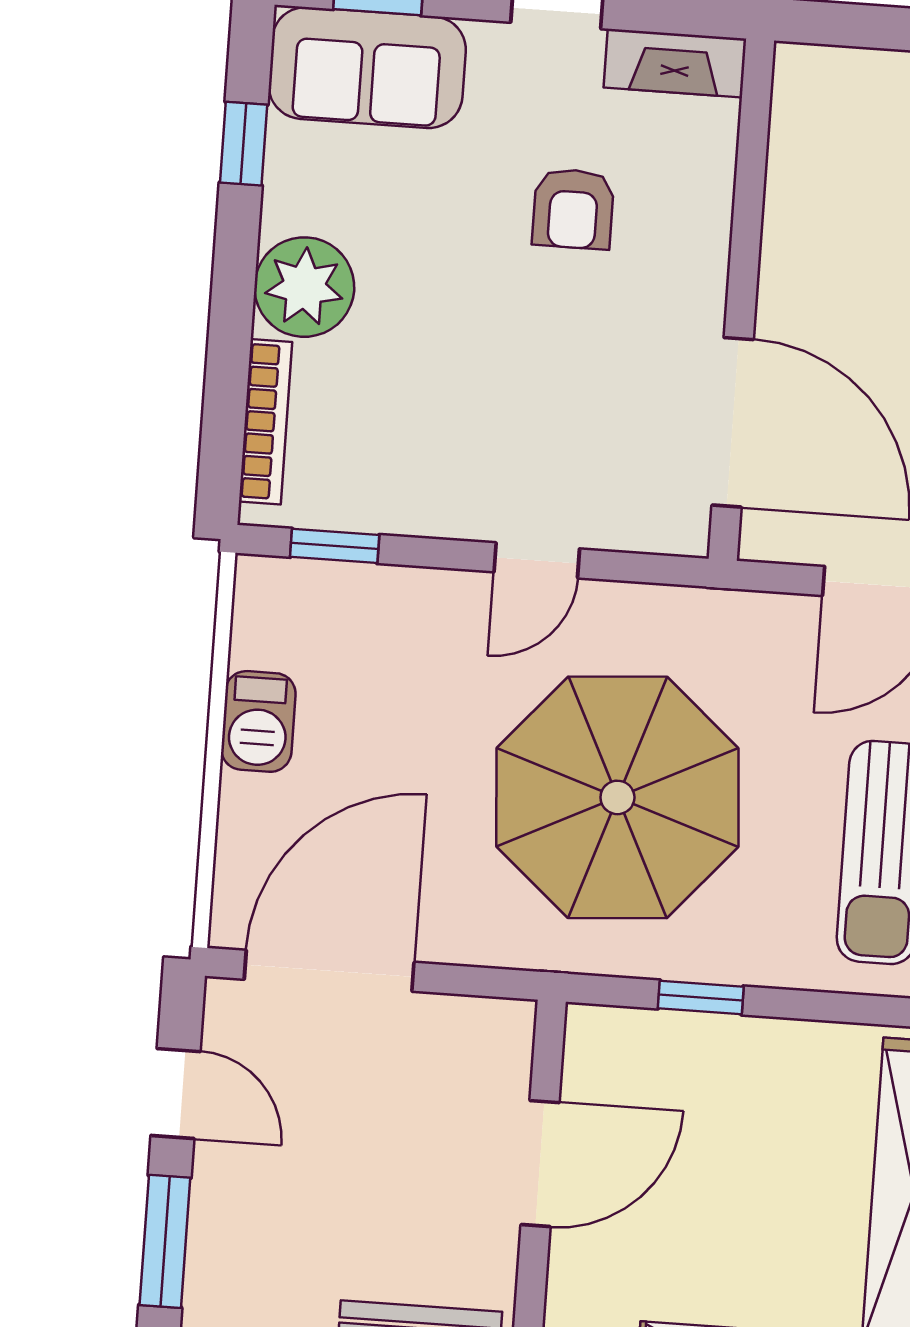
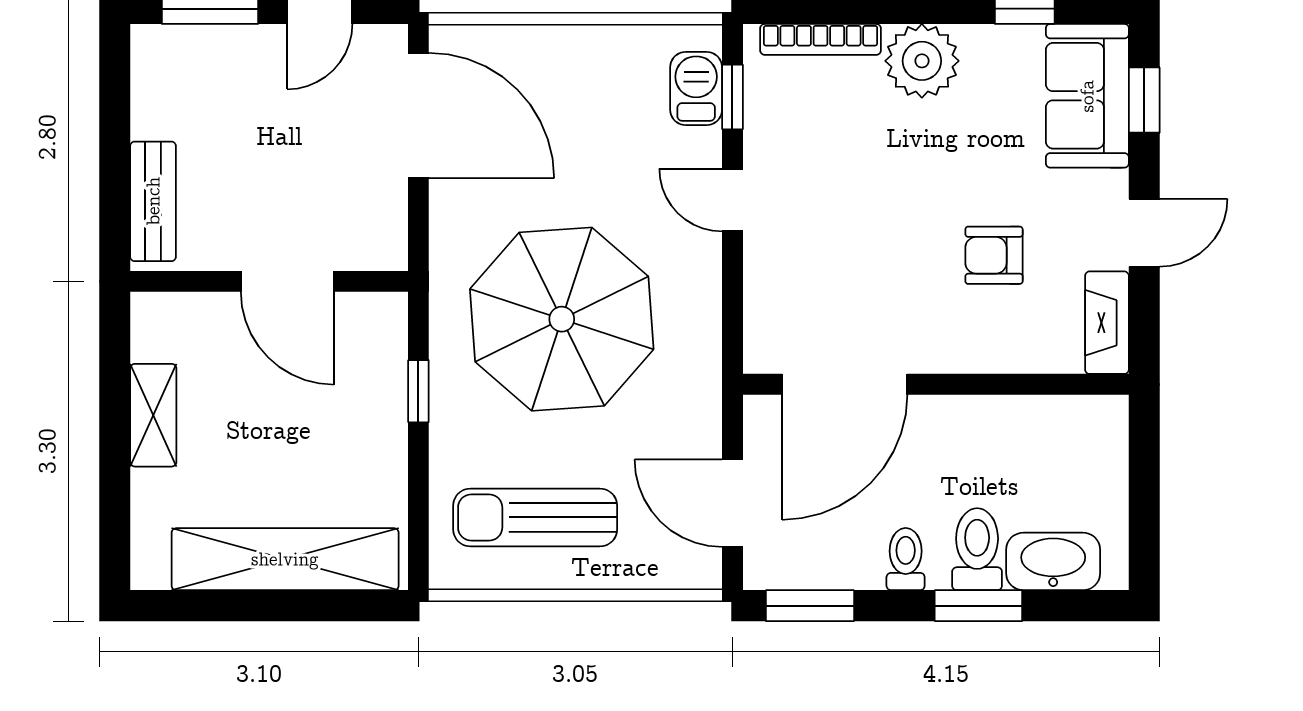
door: (537, 560) -> (732, 200), moved
barbecue: (258, 721) -> (696, 89), moved, turned 90

